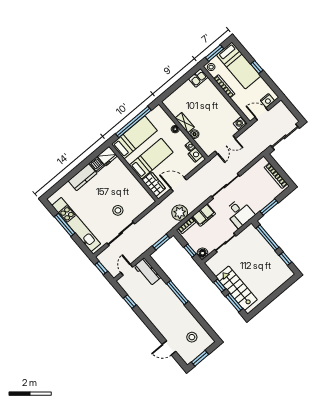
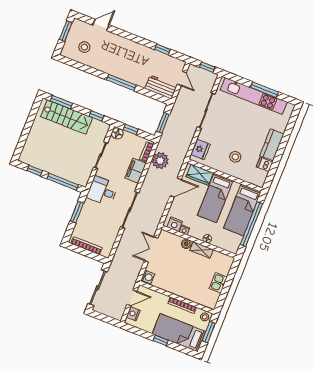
kitchen sink: (198, 78) -> (218, 283), moved
fridge: (107, 156) -> (200, 149), moved, turned 180
stool: (118, 210) -> (235, 157), moved
window: (220, 286) -> (97, 116), moved

